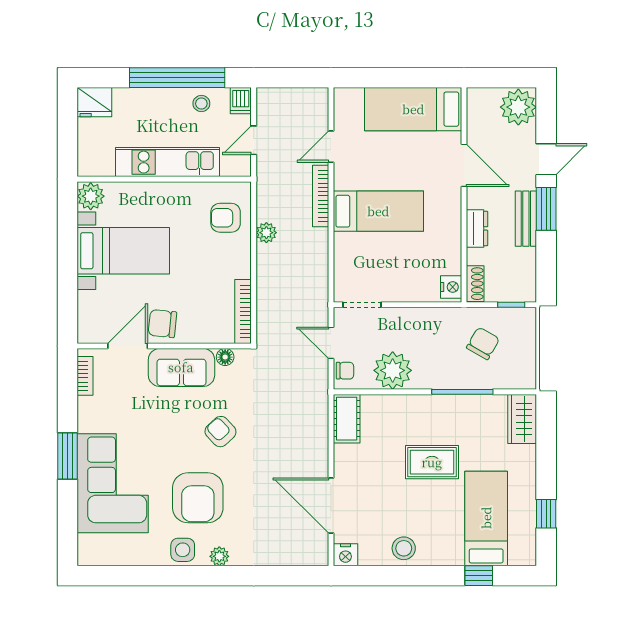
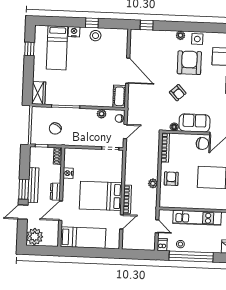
door: (254, 140) -> (157, 226), hinge flipped
door: (464, 165) -> (61, 211), hinge flipped
bed: (378, 211) -> (101, 196), width x1.50
armchair: (226, 218) -> (171, 179), moved, turned -90
bench: (526, 219) -> (33, 185), width x1.36
dresser: (477, 228) -> (55, 192), moved
nightstand: (451, 287) -> (68, 173), moved
door: (331, 343) -> (125, 131), hinge flipped
plant: (393, 370) -> (102, 114), width x0.53, depth x0.53
rug: (432, 462) -> (81, 75), removed
door: (331, 506) -> (128, 71), moved
nightstand: (345, 555) -> (74, 32), moved
window: (294, 576) -> (147, 25), added
window: (479, 576) -> (92, 23), moved

